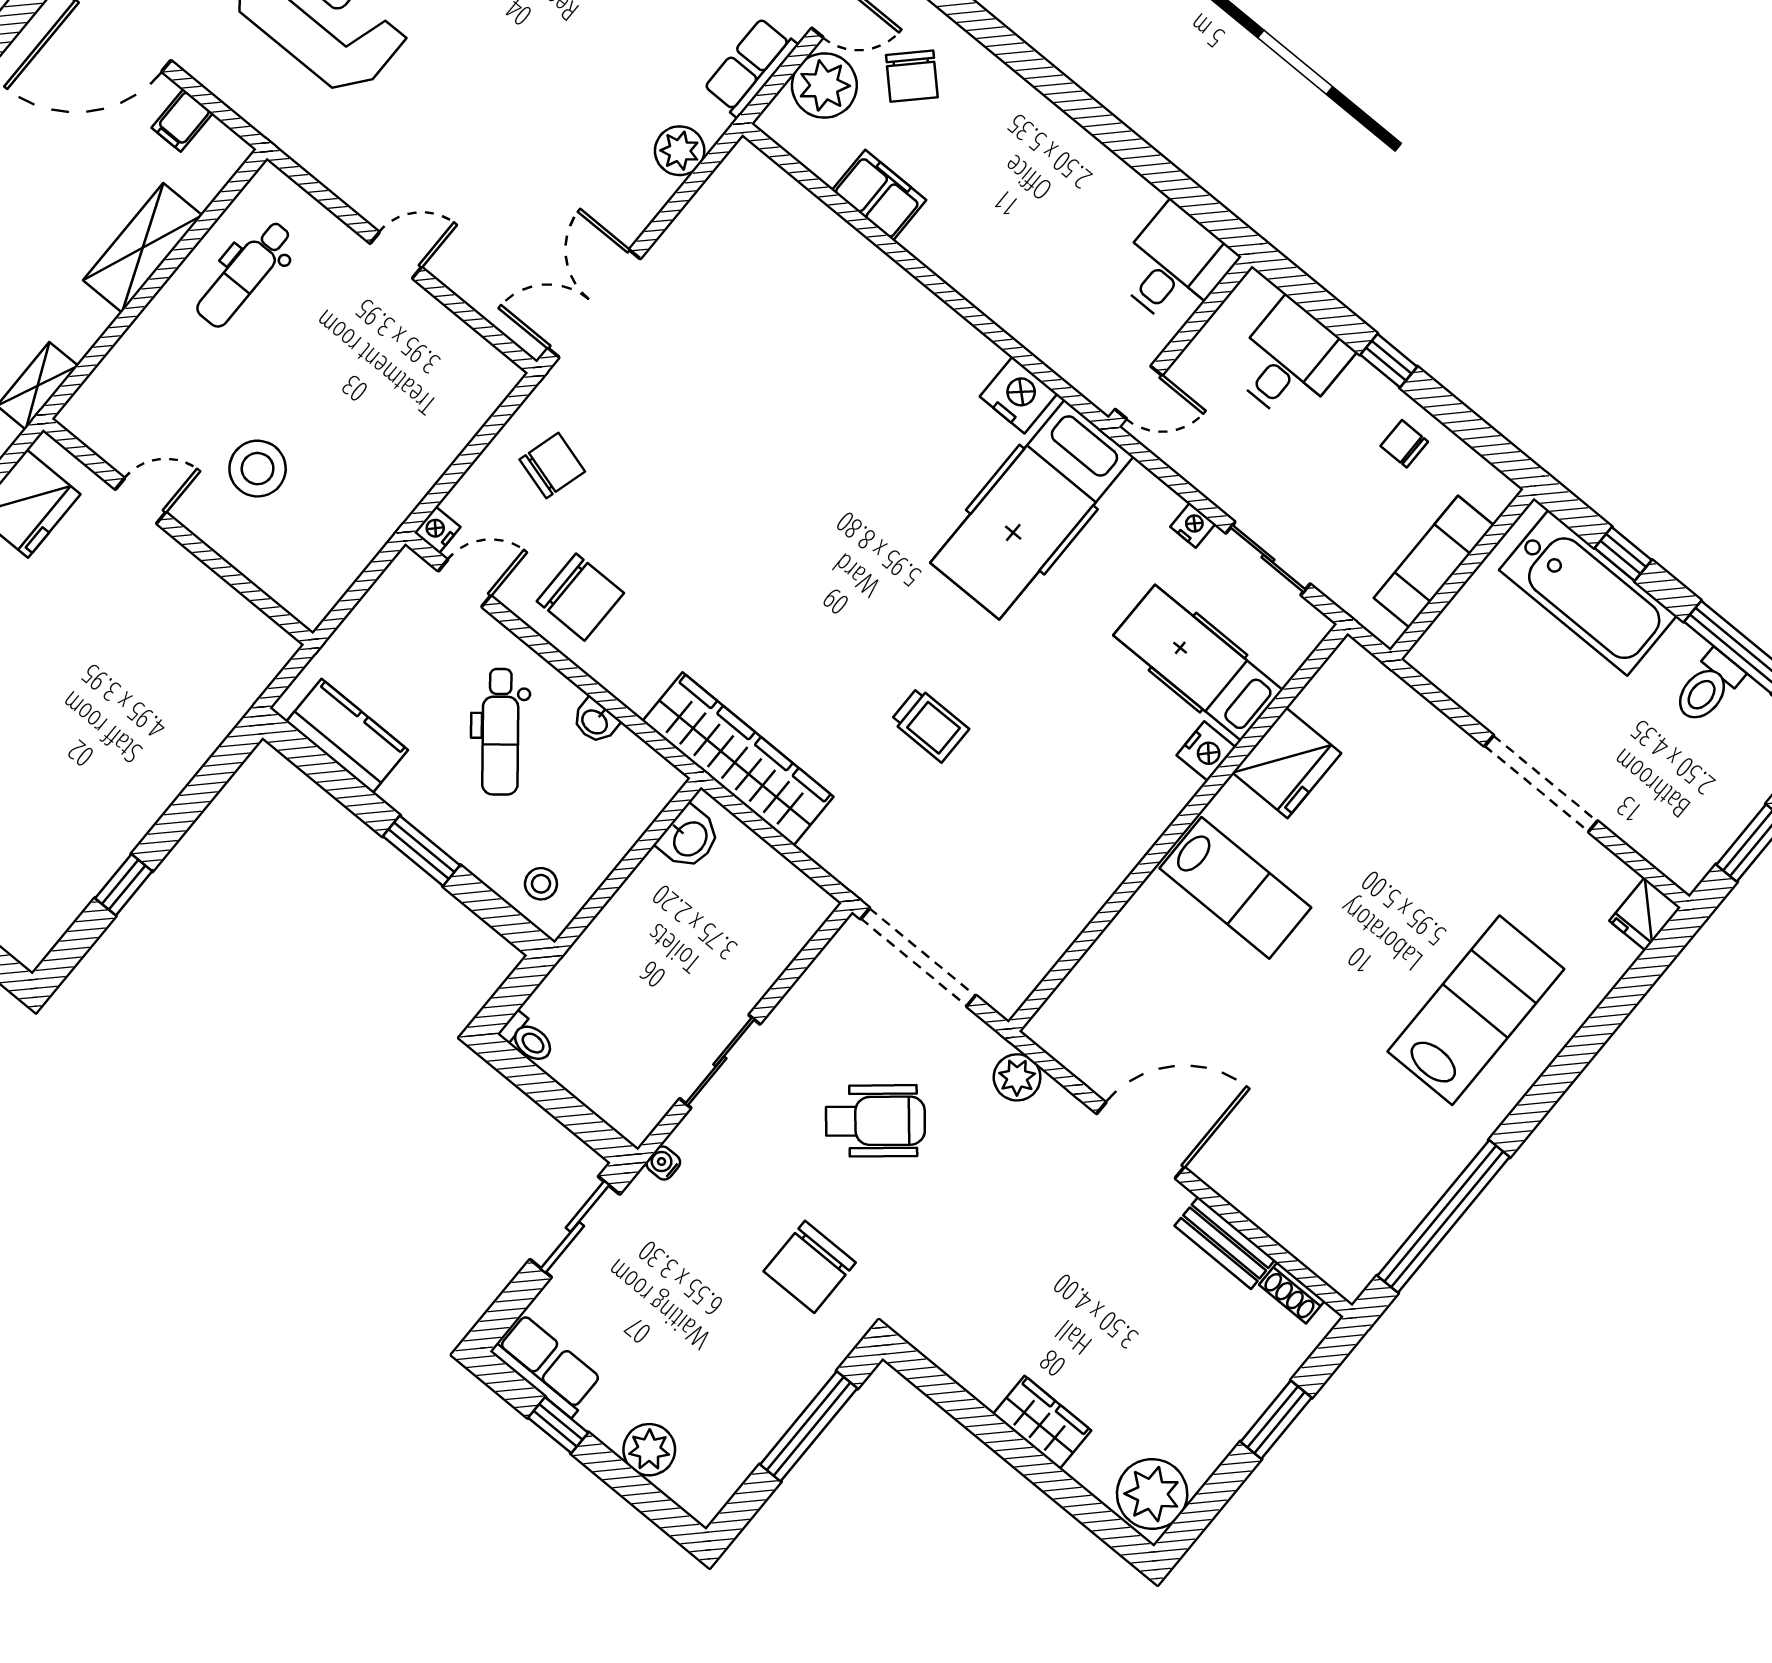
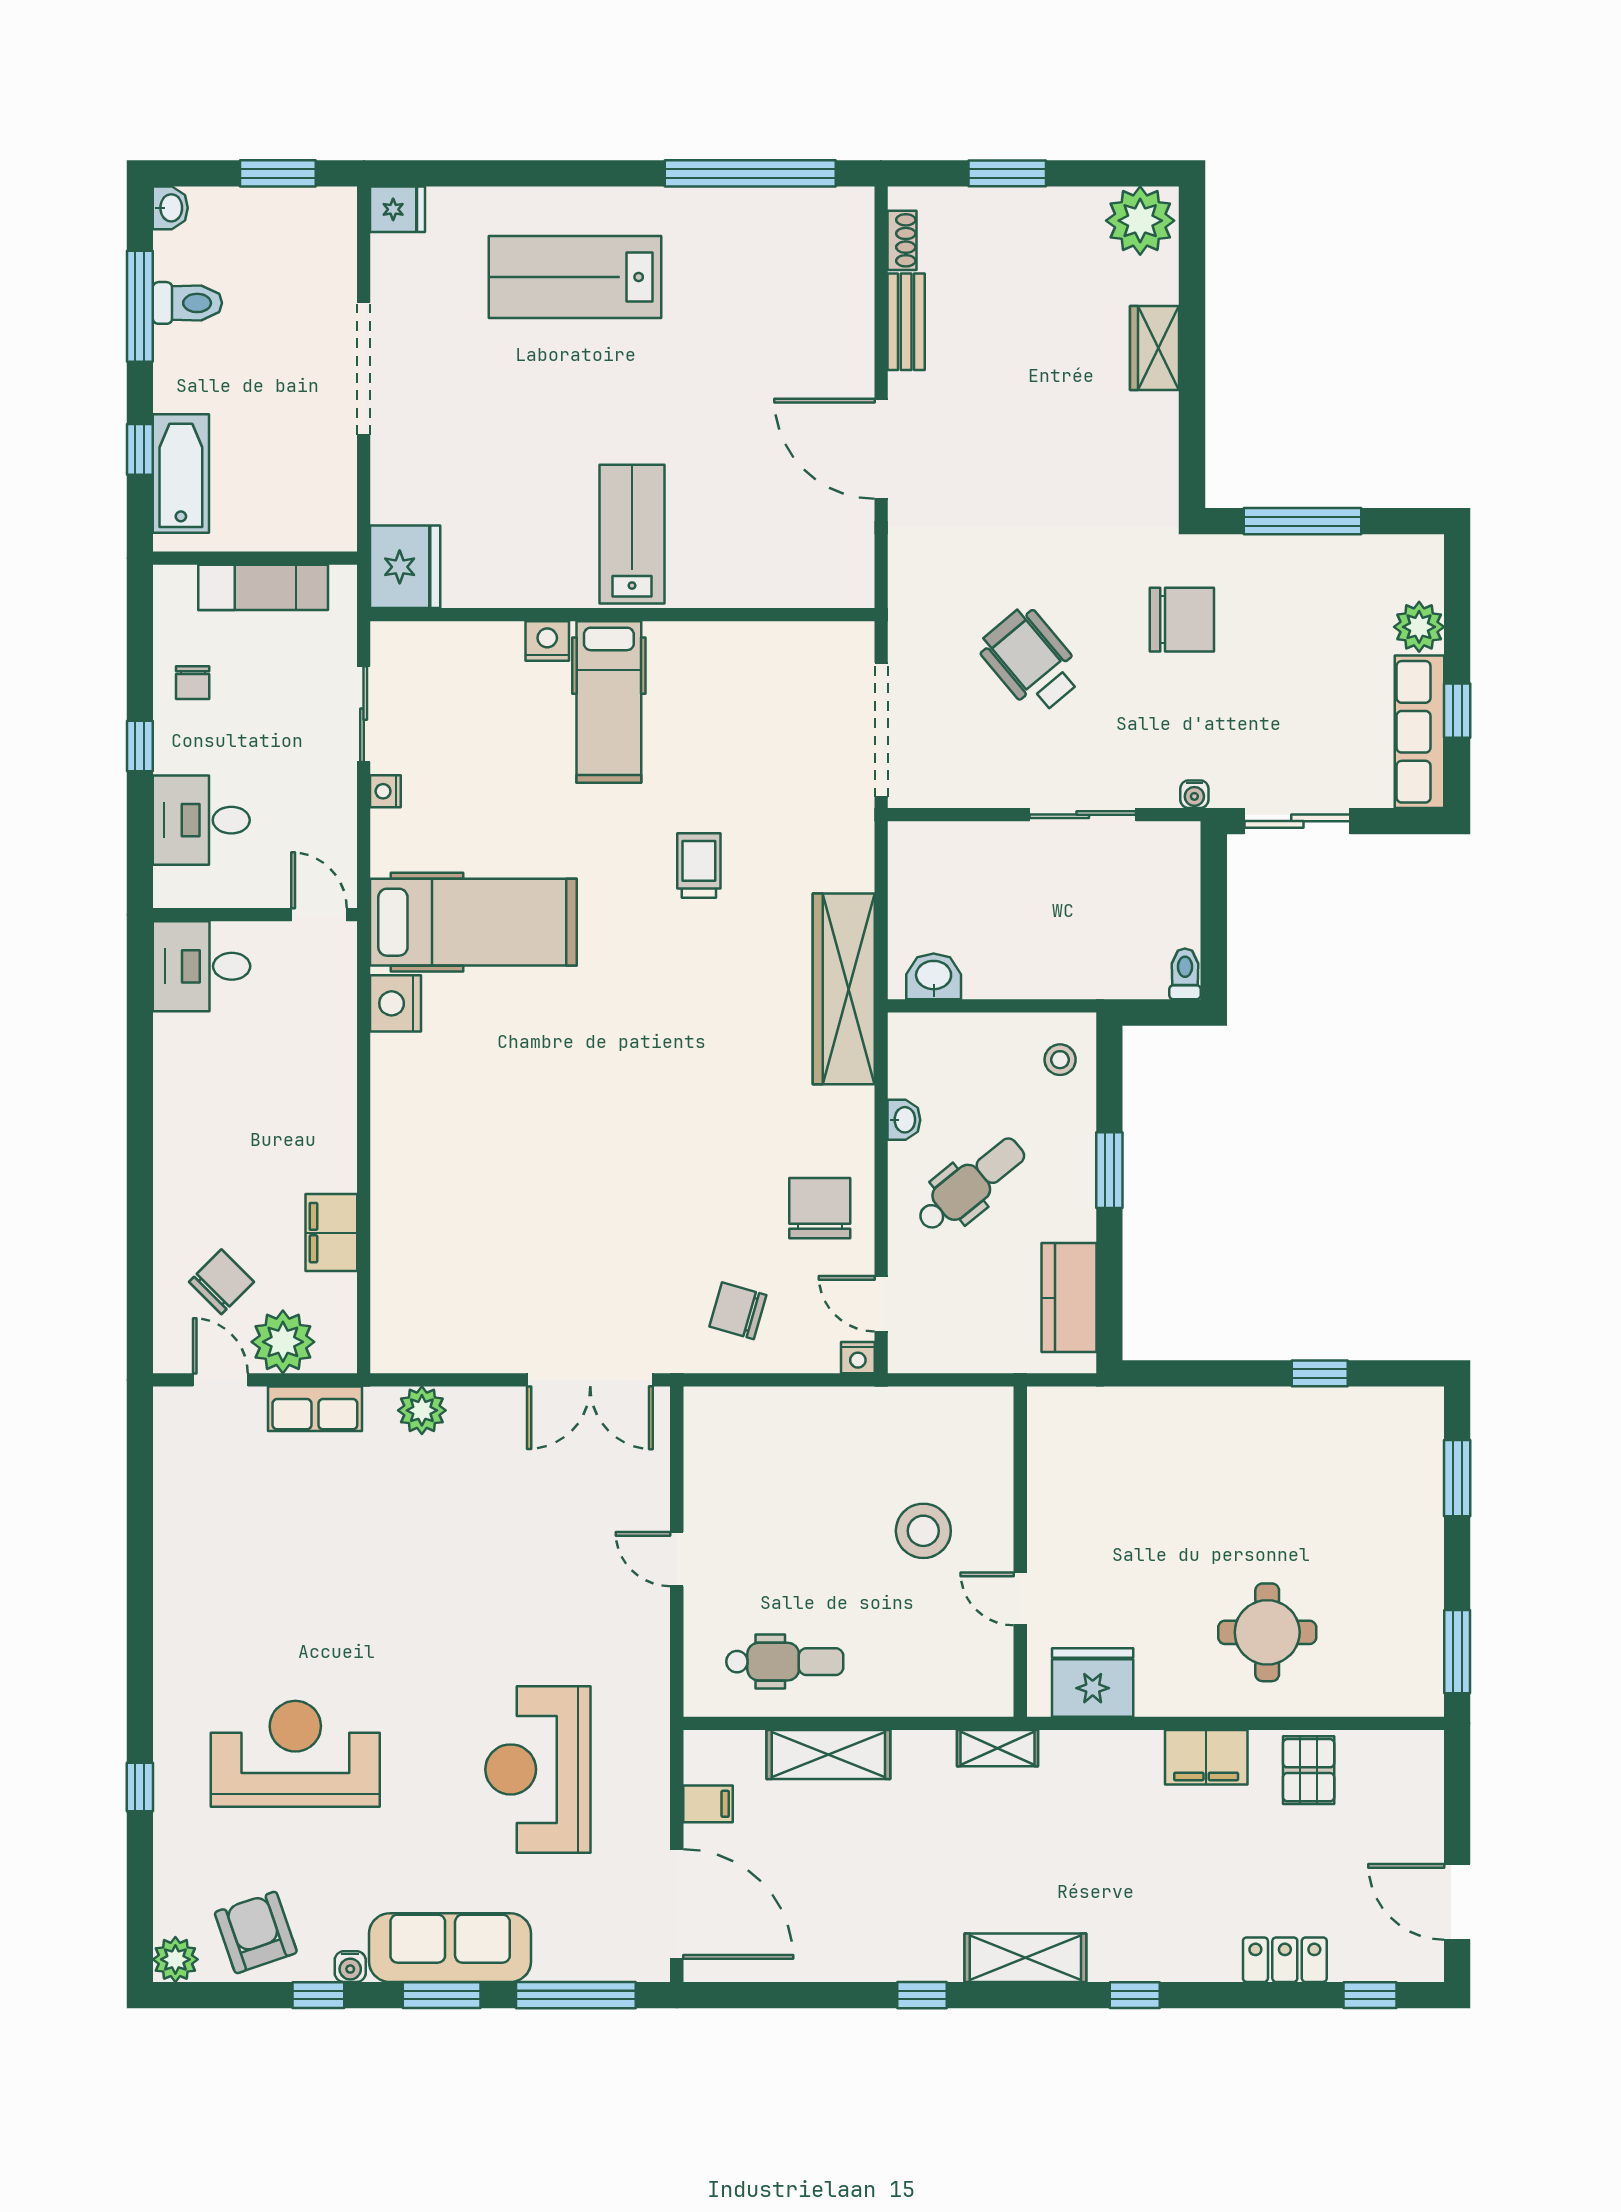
bathtub: (1588, 593) -> (181, 474), width x0.73, depth x0.73
hospital bed: (1198, 663) -> (609, 702), moved
fridge: (1287, 763) -> (405, 567), moved, turned 90
plant: (1017, 1077) -> (910, 581), removed
row of seats: (546, 1365) -> (1419, 732), width x1.48

